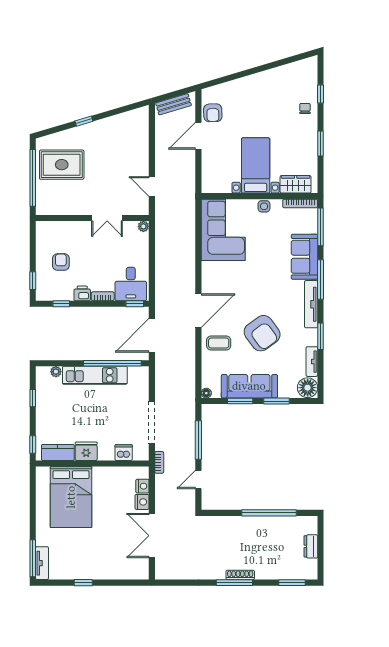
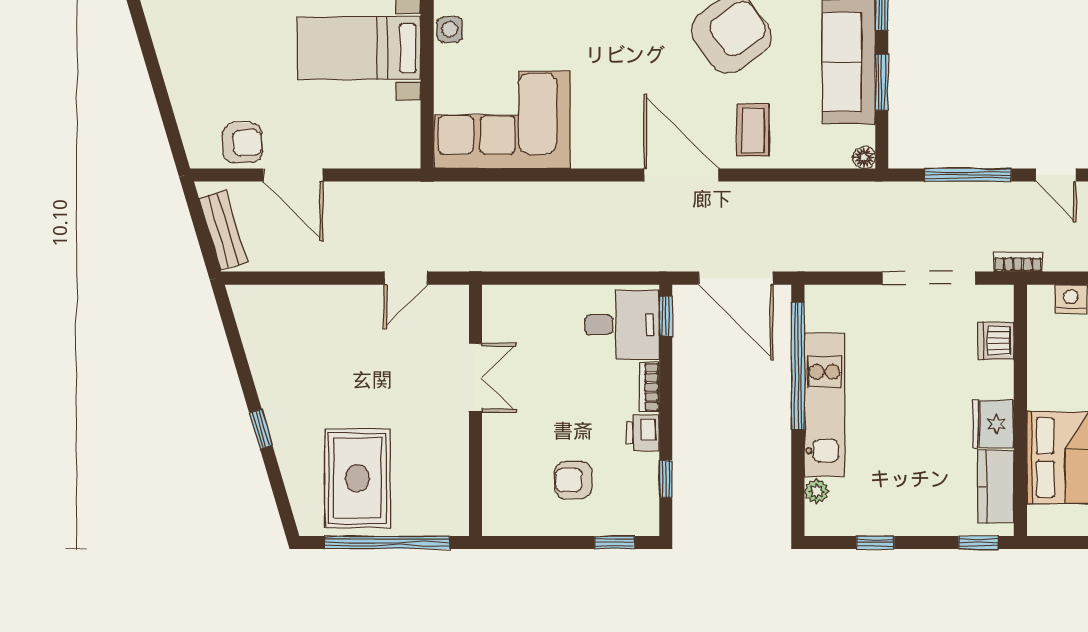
plant: (143, 226) -> (494, 297), removed

